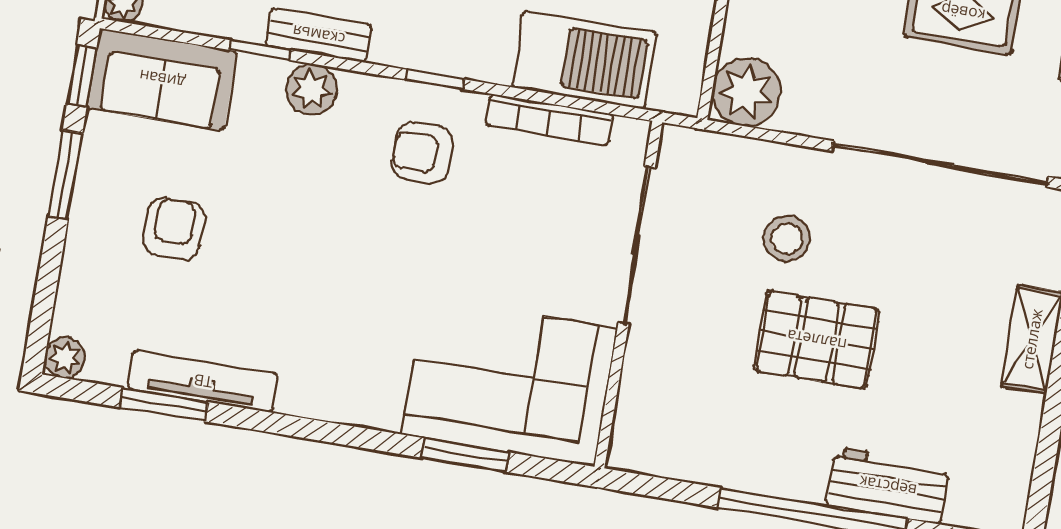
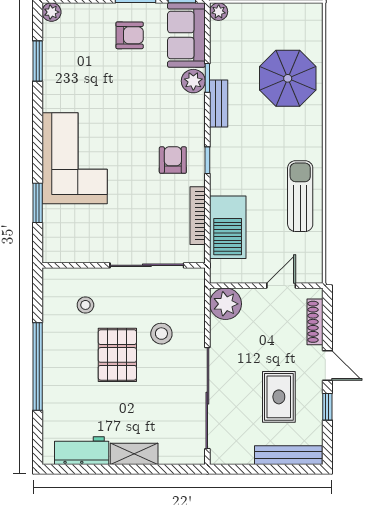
plant: (311, 89) -> (193, 81), moved
armchair: (174, 229) -> (130, 35), moved
tv unit: (203, 381) -> (51, 77), removed
corner sofa: (509, 382) -> (75, 158), moved
stool: (699, 390) -> (85, 305), added
workbench: (888, 486) -> (82, 451), moved, turned -90

